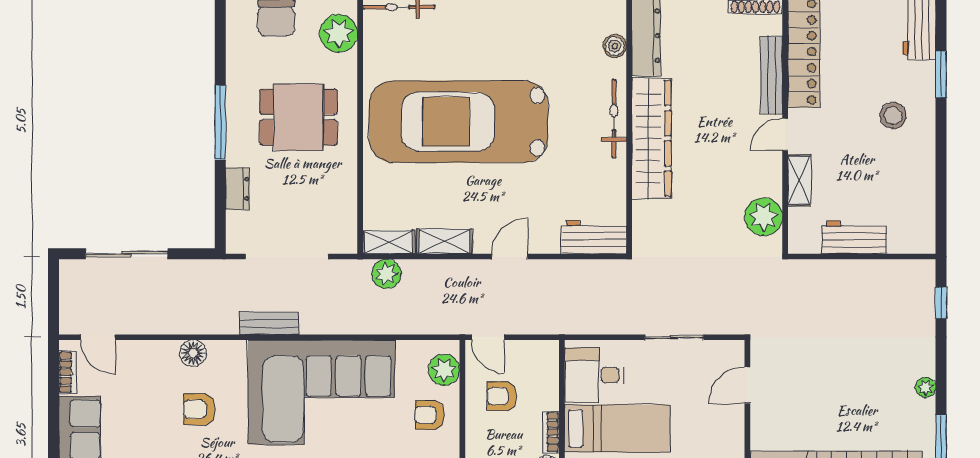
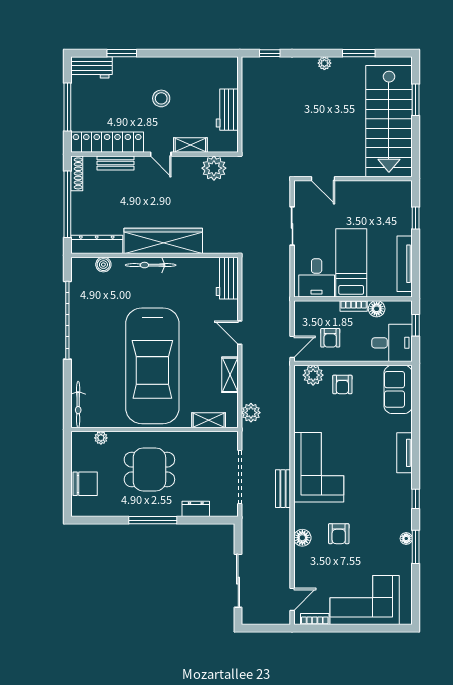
plant: (339, 33) -> (101, 438), width x0.53, depth x0.53
bench: (772, 75) -> (116, 163), width x0.73
stool: (893, 115) -> (161, 98), moved
dining table: (298, 117) -> (149, 469), turned 90
shelving: (389, 242) -> (209, 420), moved, turned 90
corner sofa: (321, 392) -> (319, 467), width x0.73, depth x0.74

